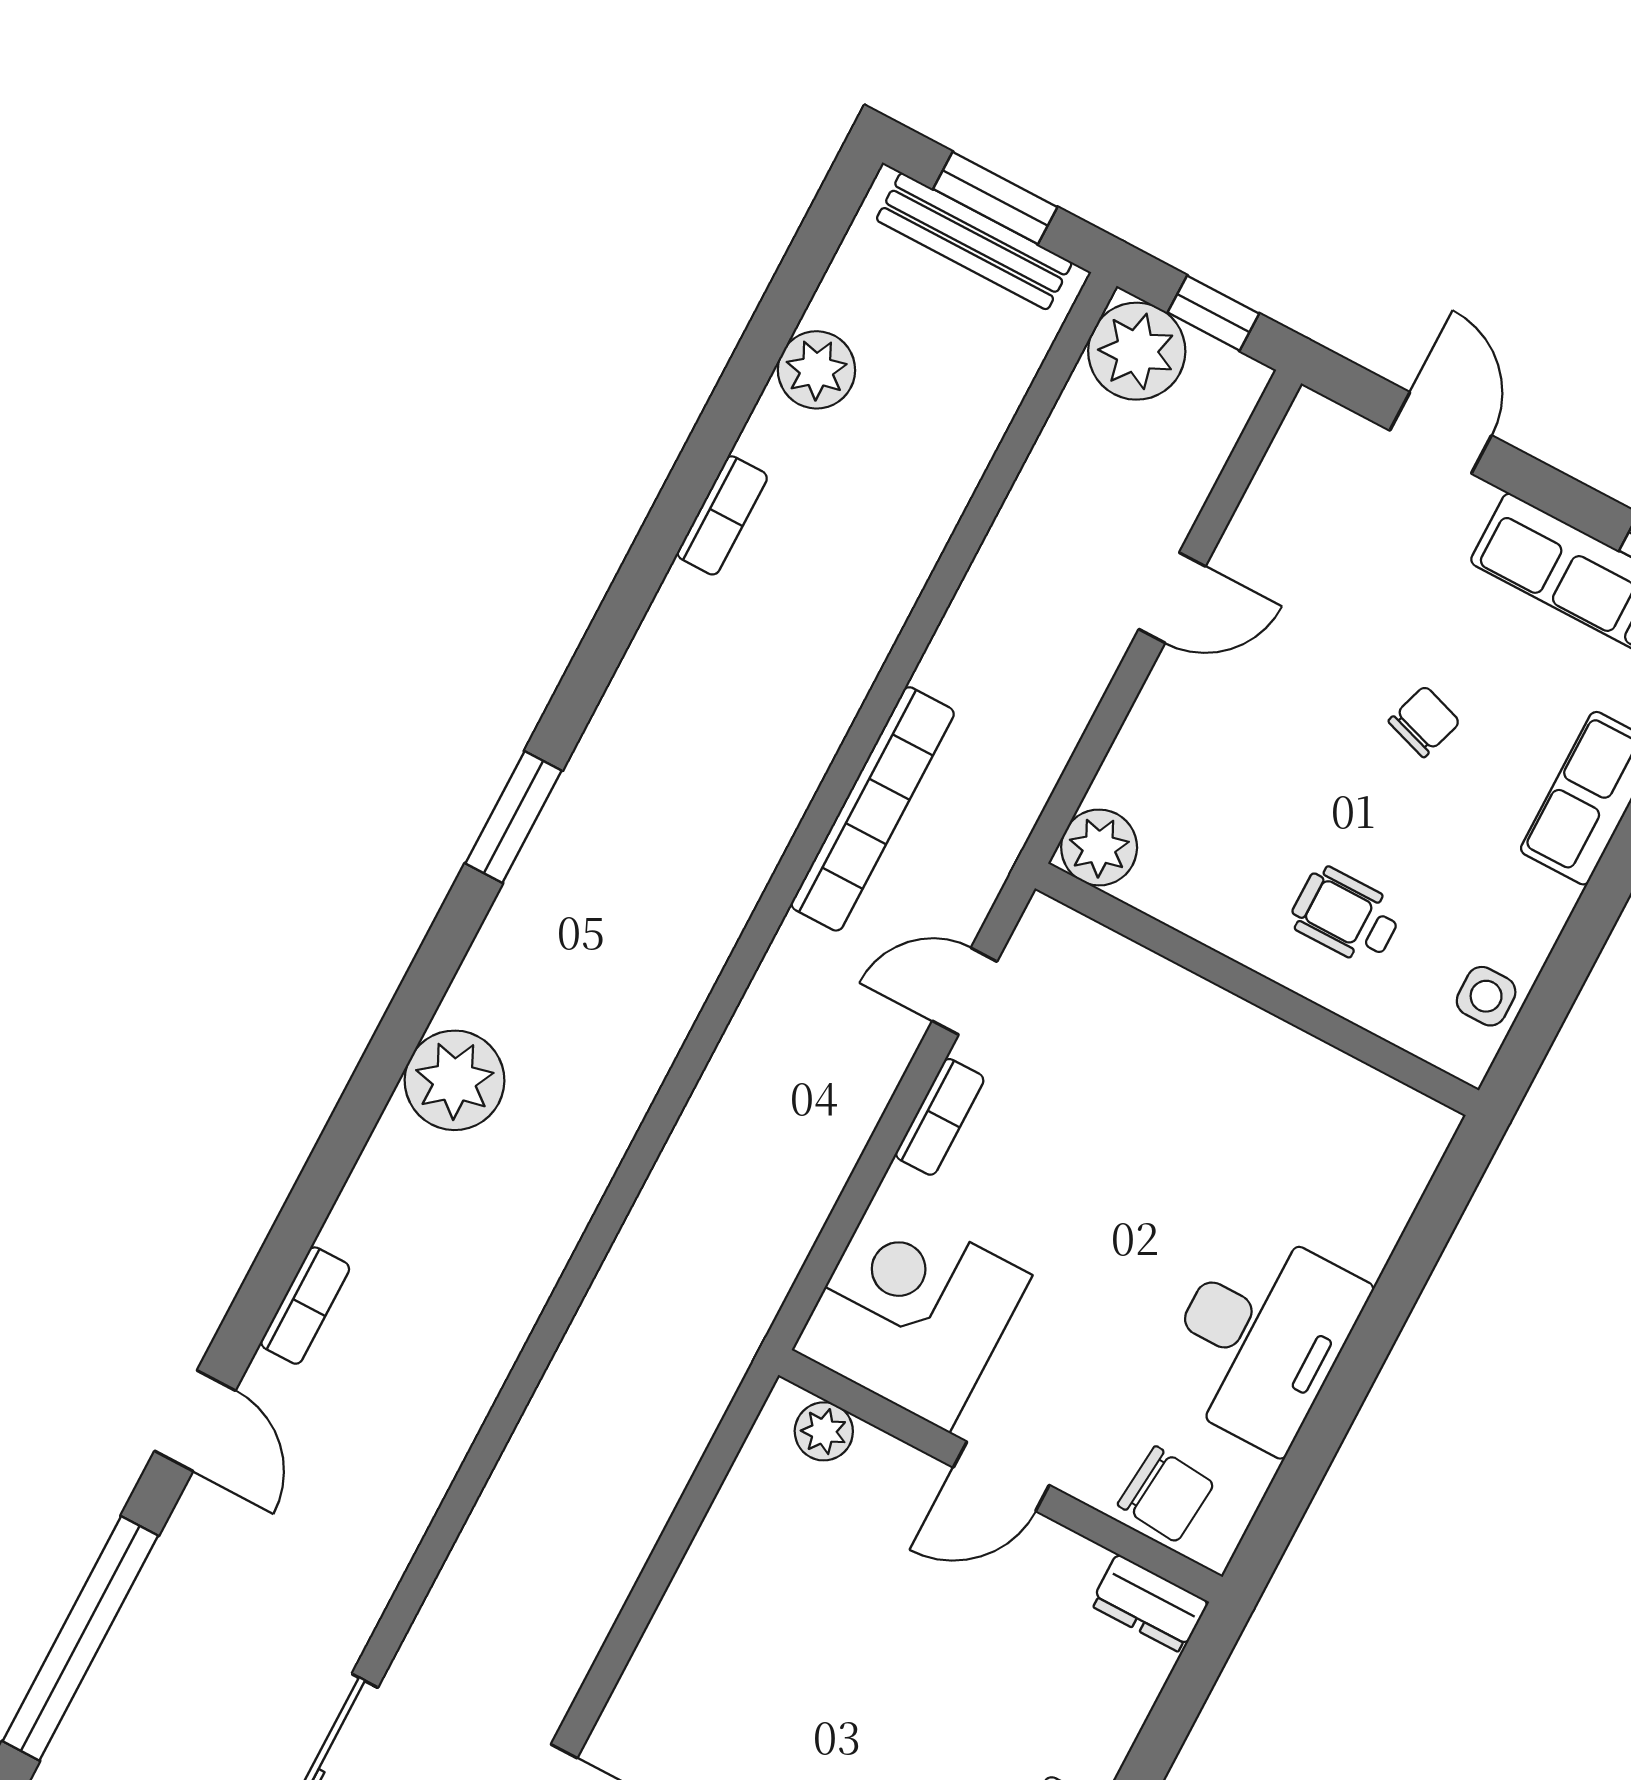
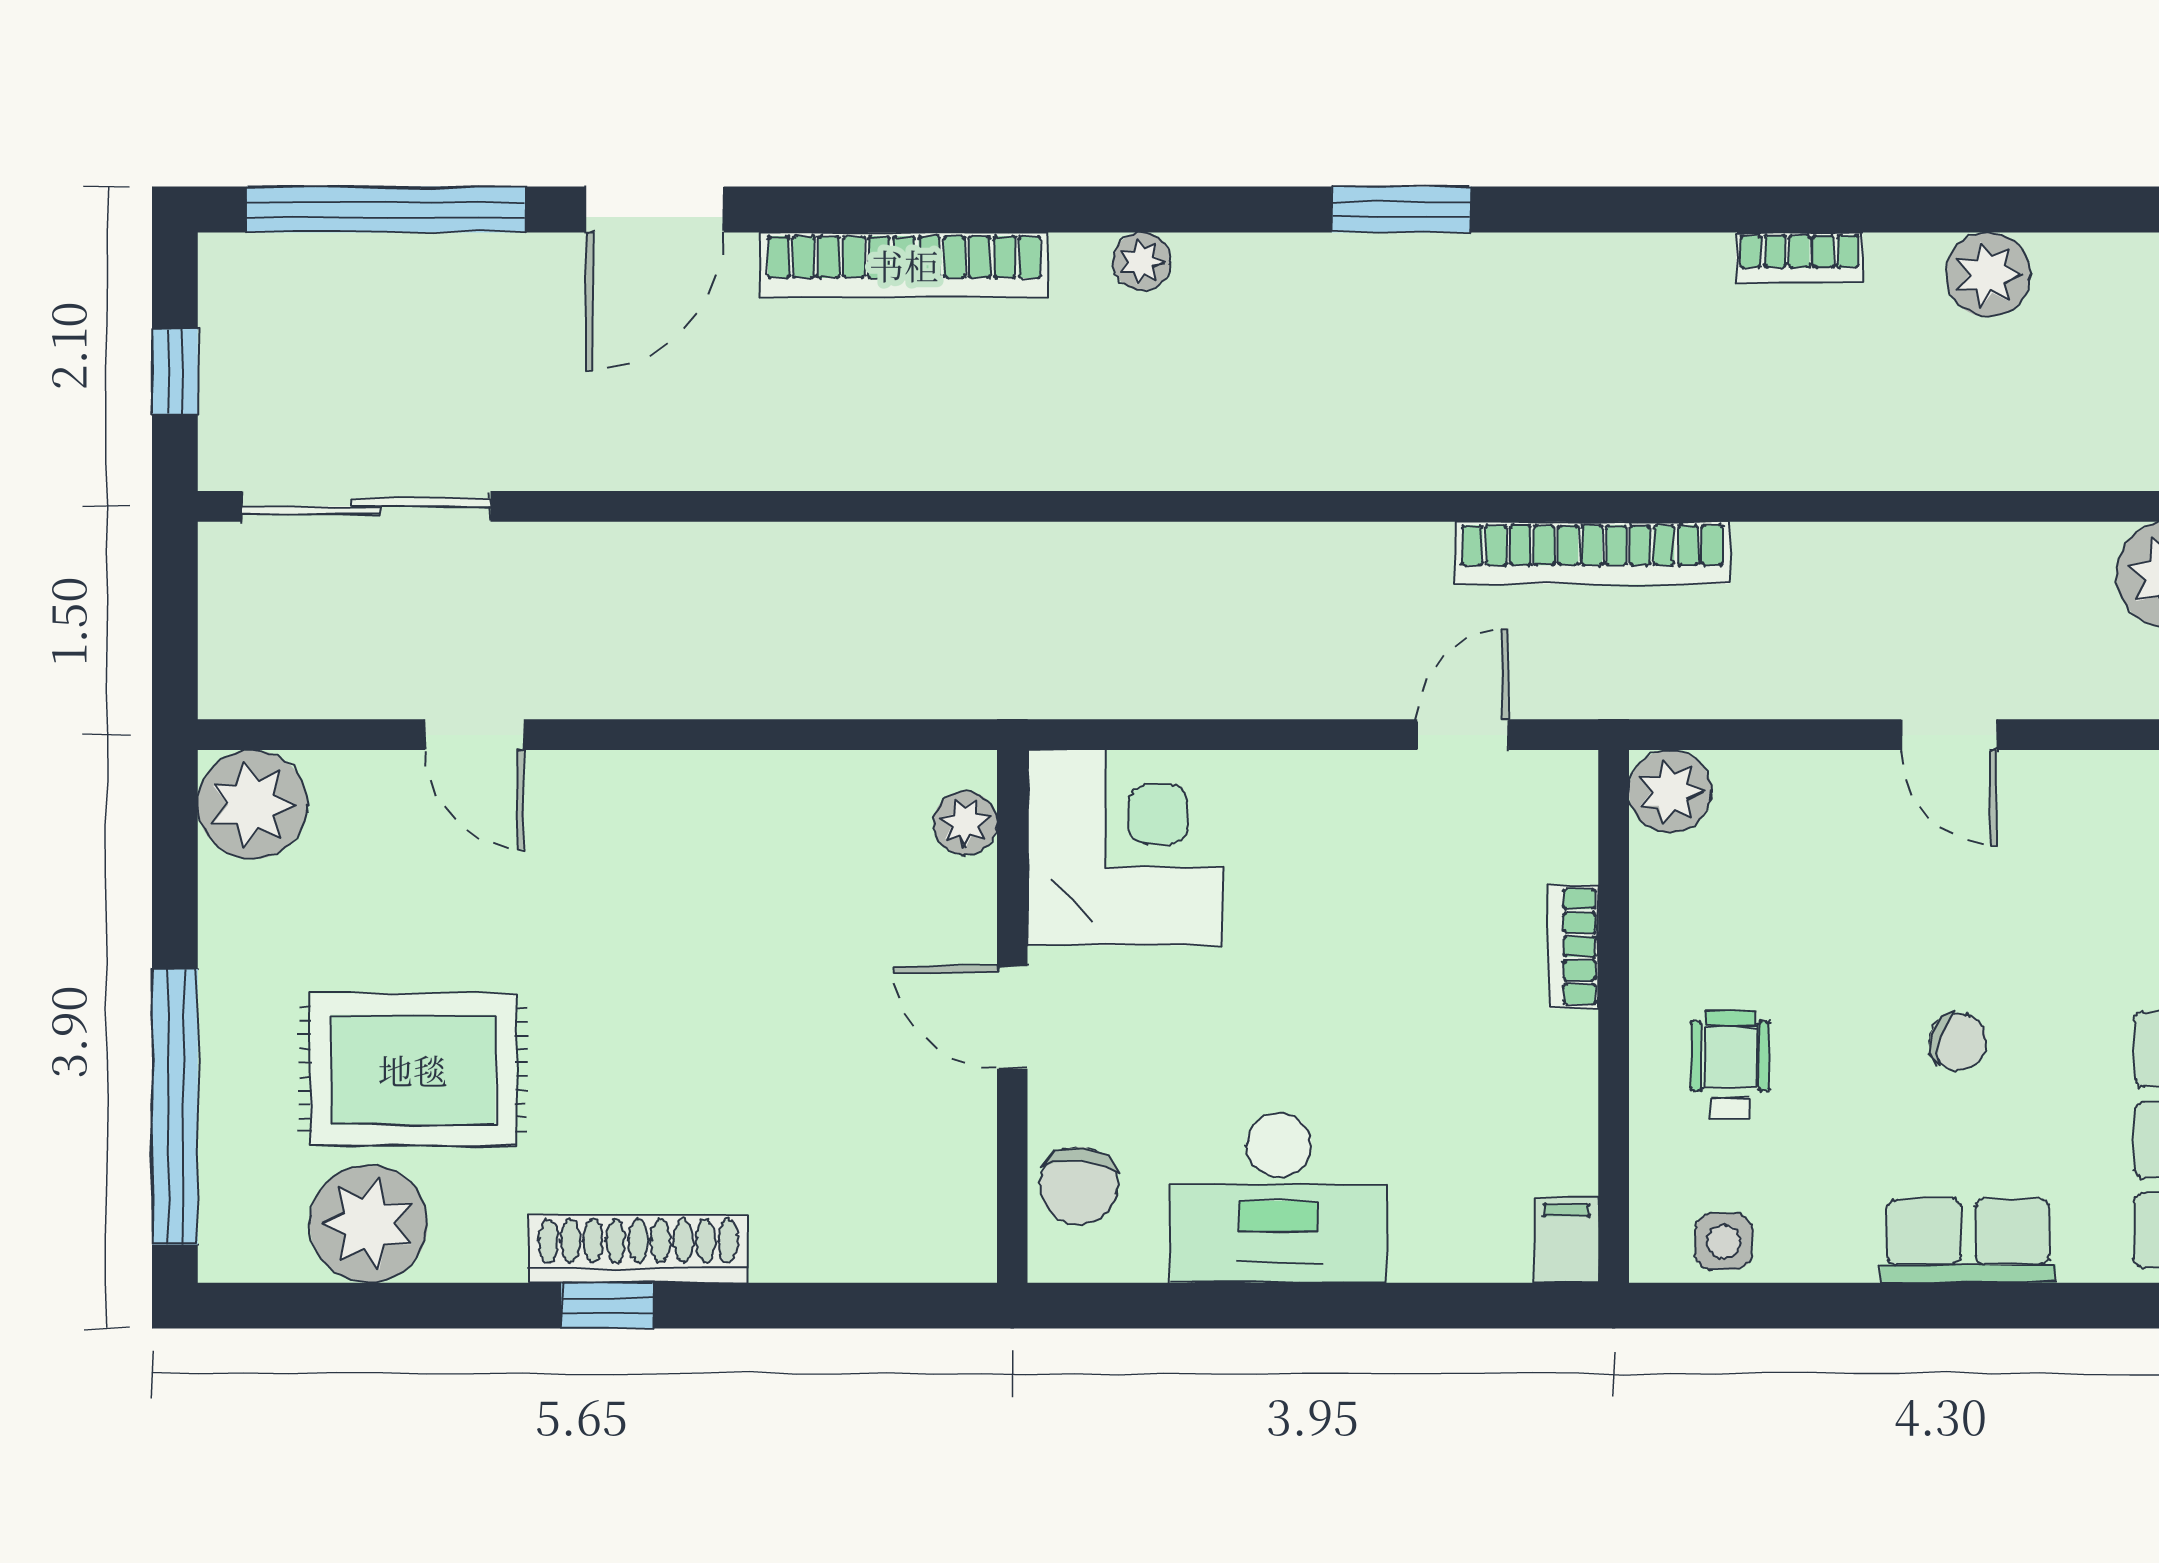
door: (965, 991) -> (1463, 735), hinge flipped
plant: (455, 1080) -> (1142, 261), width x0.53, depth x0.53
bookcase: (940, 1117) -> (1574, 947), moved, turned 90
filing cabinet: (1418, 1123) -> (1566, 1240), added
bookcase: (305, 1306) -> (904, 265), width x2.31, depth x1.31
door: (195, 1421) -> (655, 209), width x1.38
dresser: (1149, 1603) -> (965, 1225), removed

